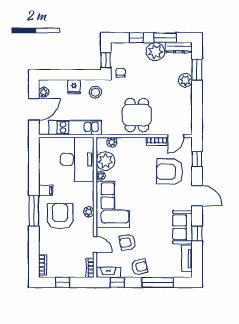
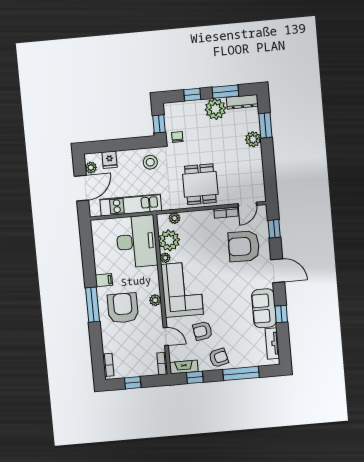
fridge: (74, 87) -> (110, 160), moved

